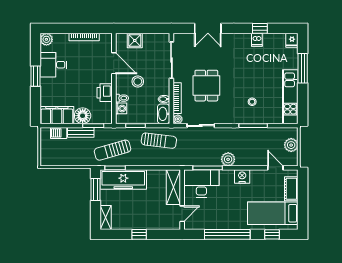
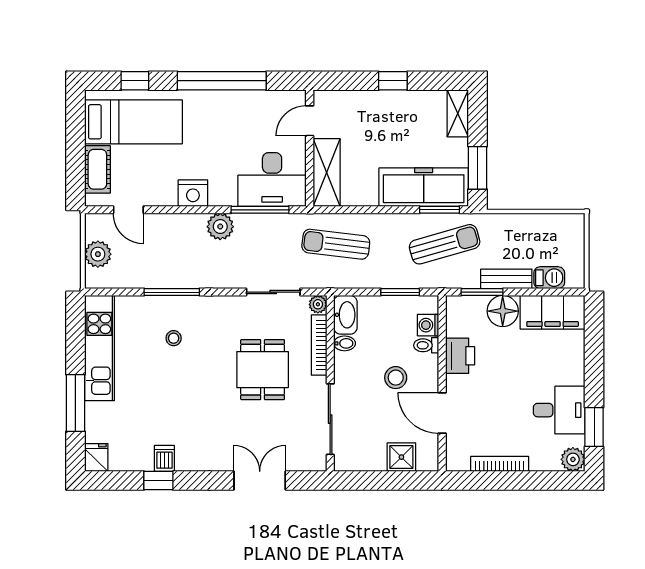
window: (36, 76) -> (594, 427), moved
sun lounger: (159, 141) -> (336, 244), moved

